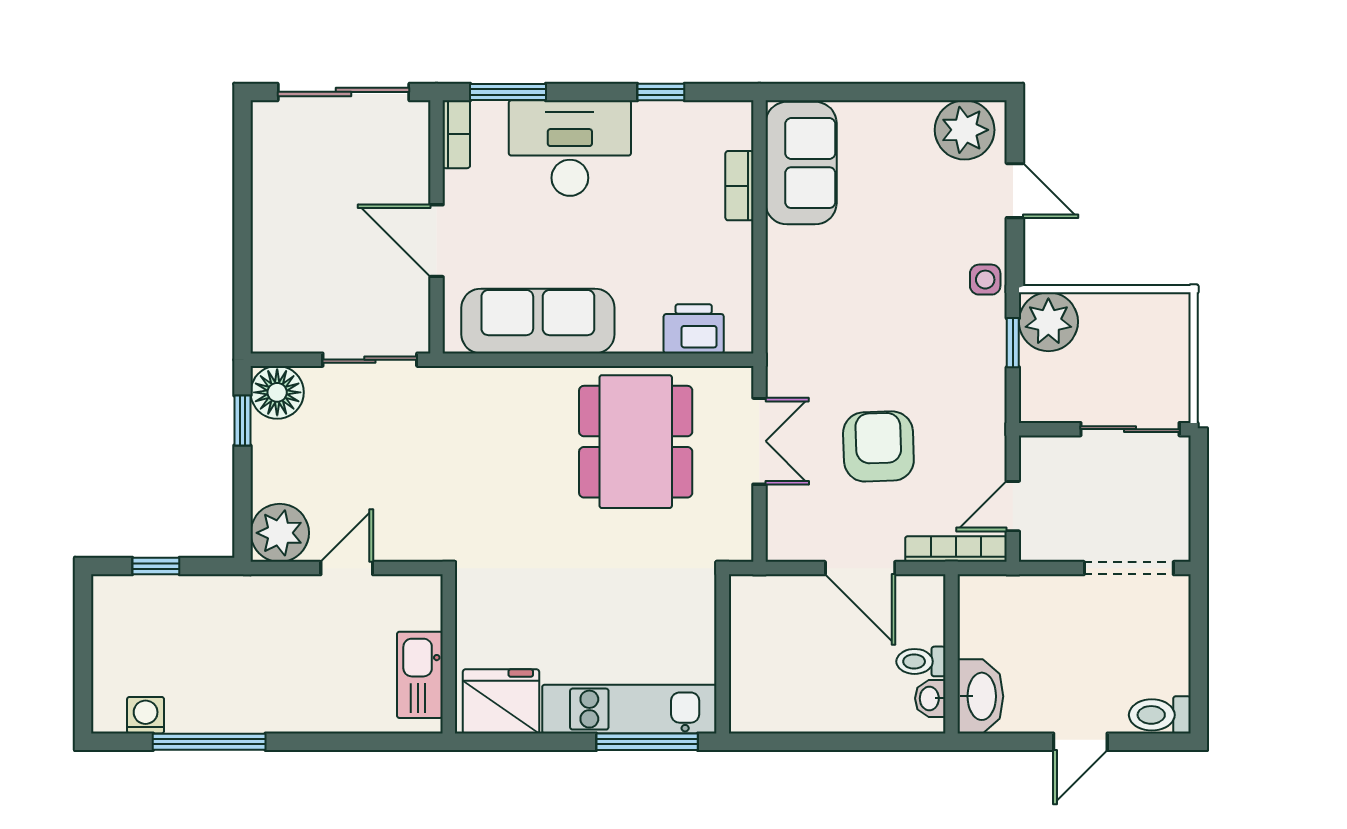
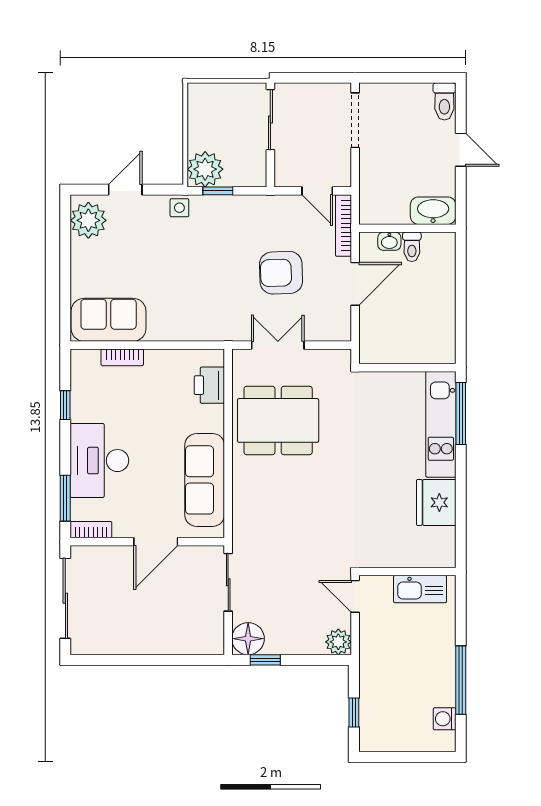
plant: (280, 533) -> (338, 642), width x0.73, depth x0.73
wall: (449, 654) -> (407, 572), moved
kitchen sink: (420, 675) -> (420, 589), moved
washbasin: (930, 698) -> (389, 241), moved

